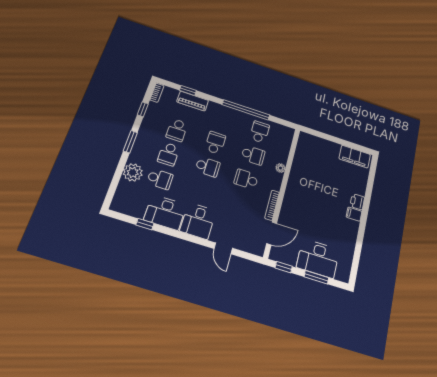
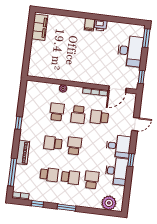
window: (188, 90) -> (12, 172), width x2.17
piano: (193, 101) -> (23, 152), moved
window: (246, 110) -> (19, 123), width x0.32
school desk: (260, 132) -> (99, 117), moved
plant: (133, 172) -> (109, 203), moved
printer: (357, 202) -> (101, 25), moved
window: (145, 224) -> (131, 160), moved
door: (272, 233) -> (117, 89), swing flipped
window: (316, 277) -> (146, 38), moved

